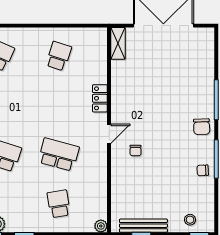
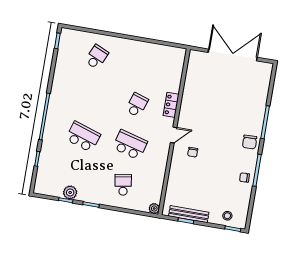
shelving: (118, 43) -> (193, 63), removed
school desk: (59, 56) -> (137, 105), moved

